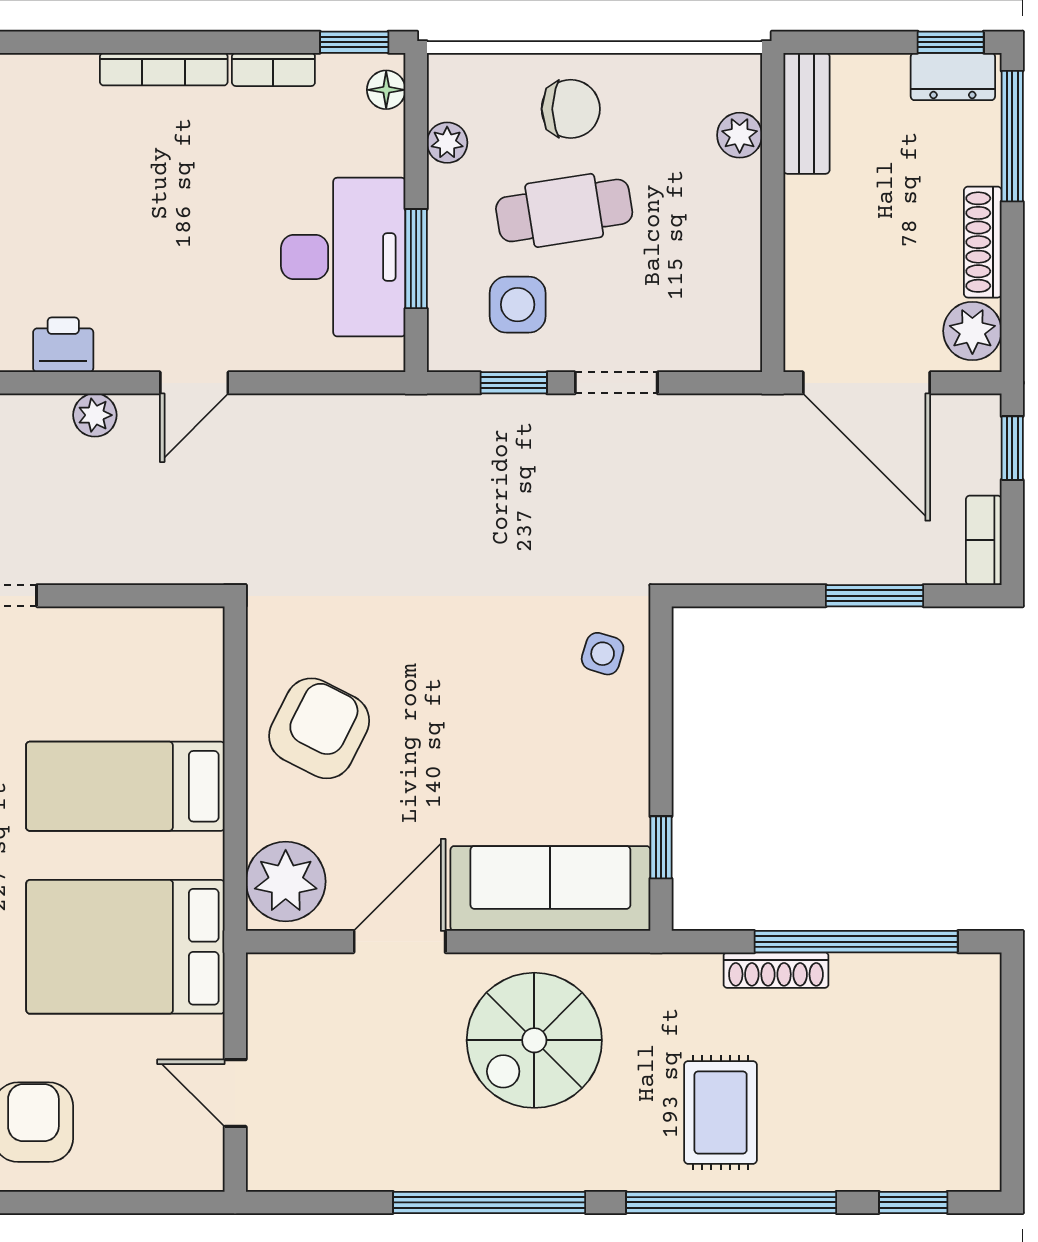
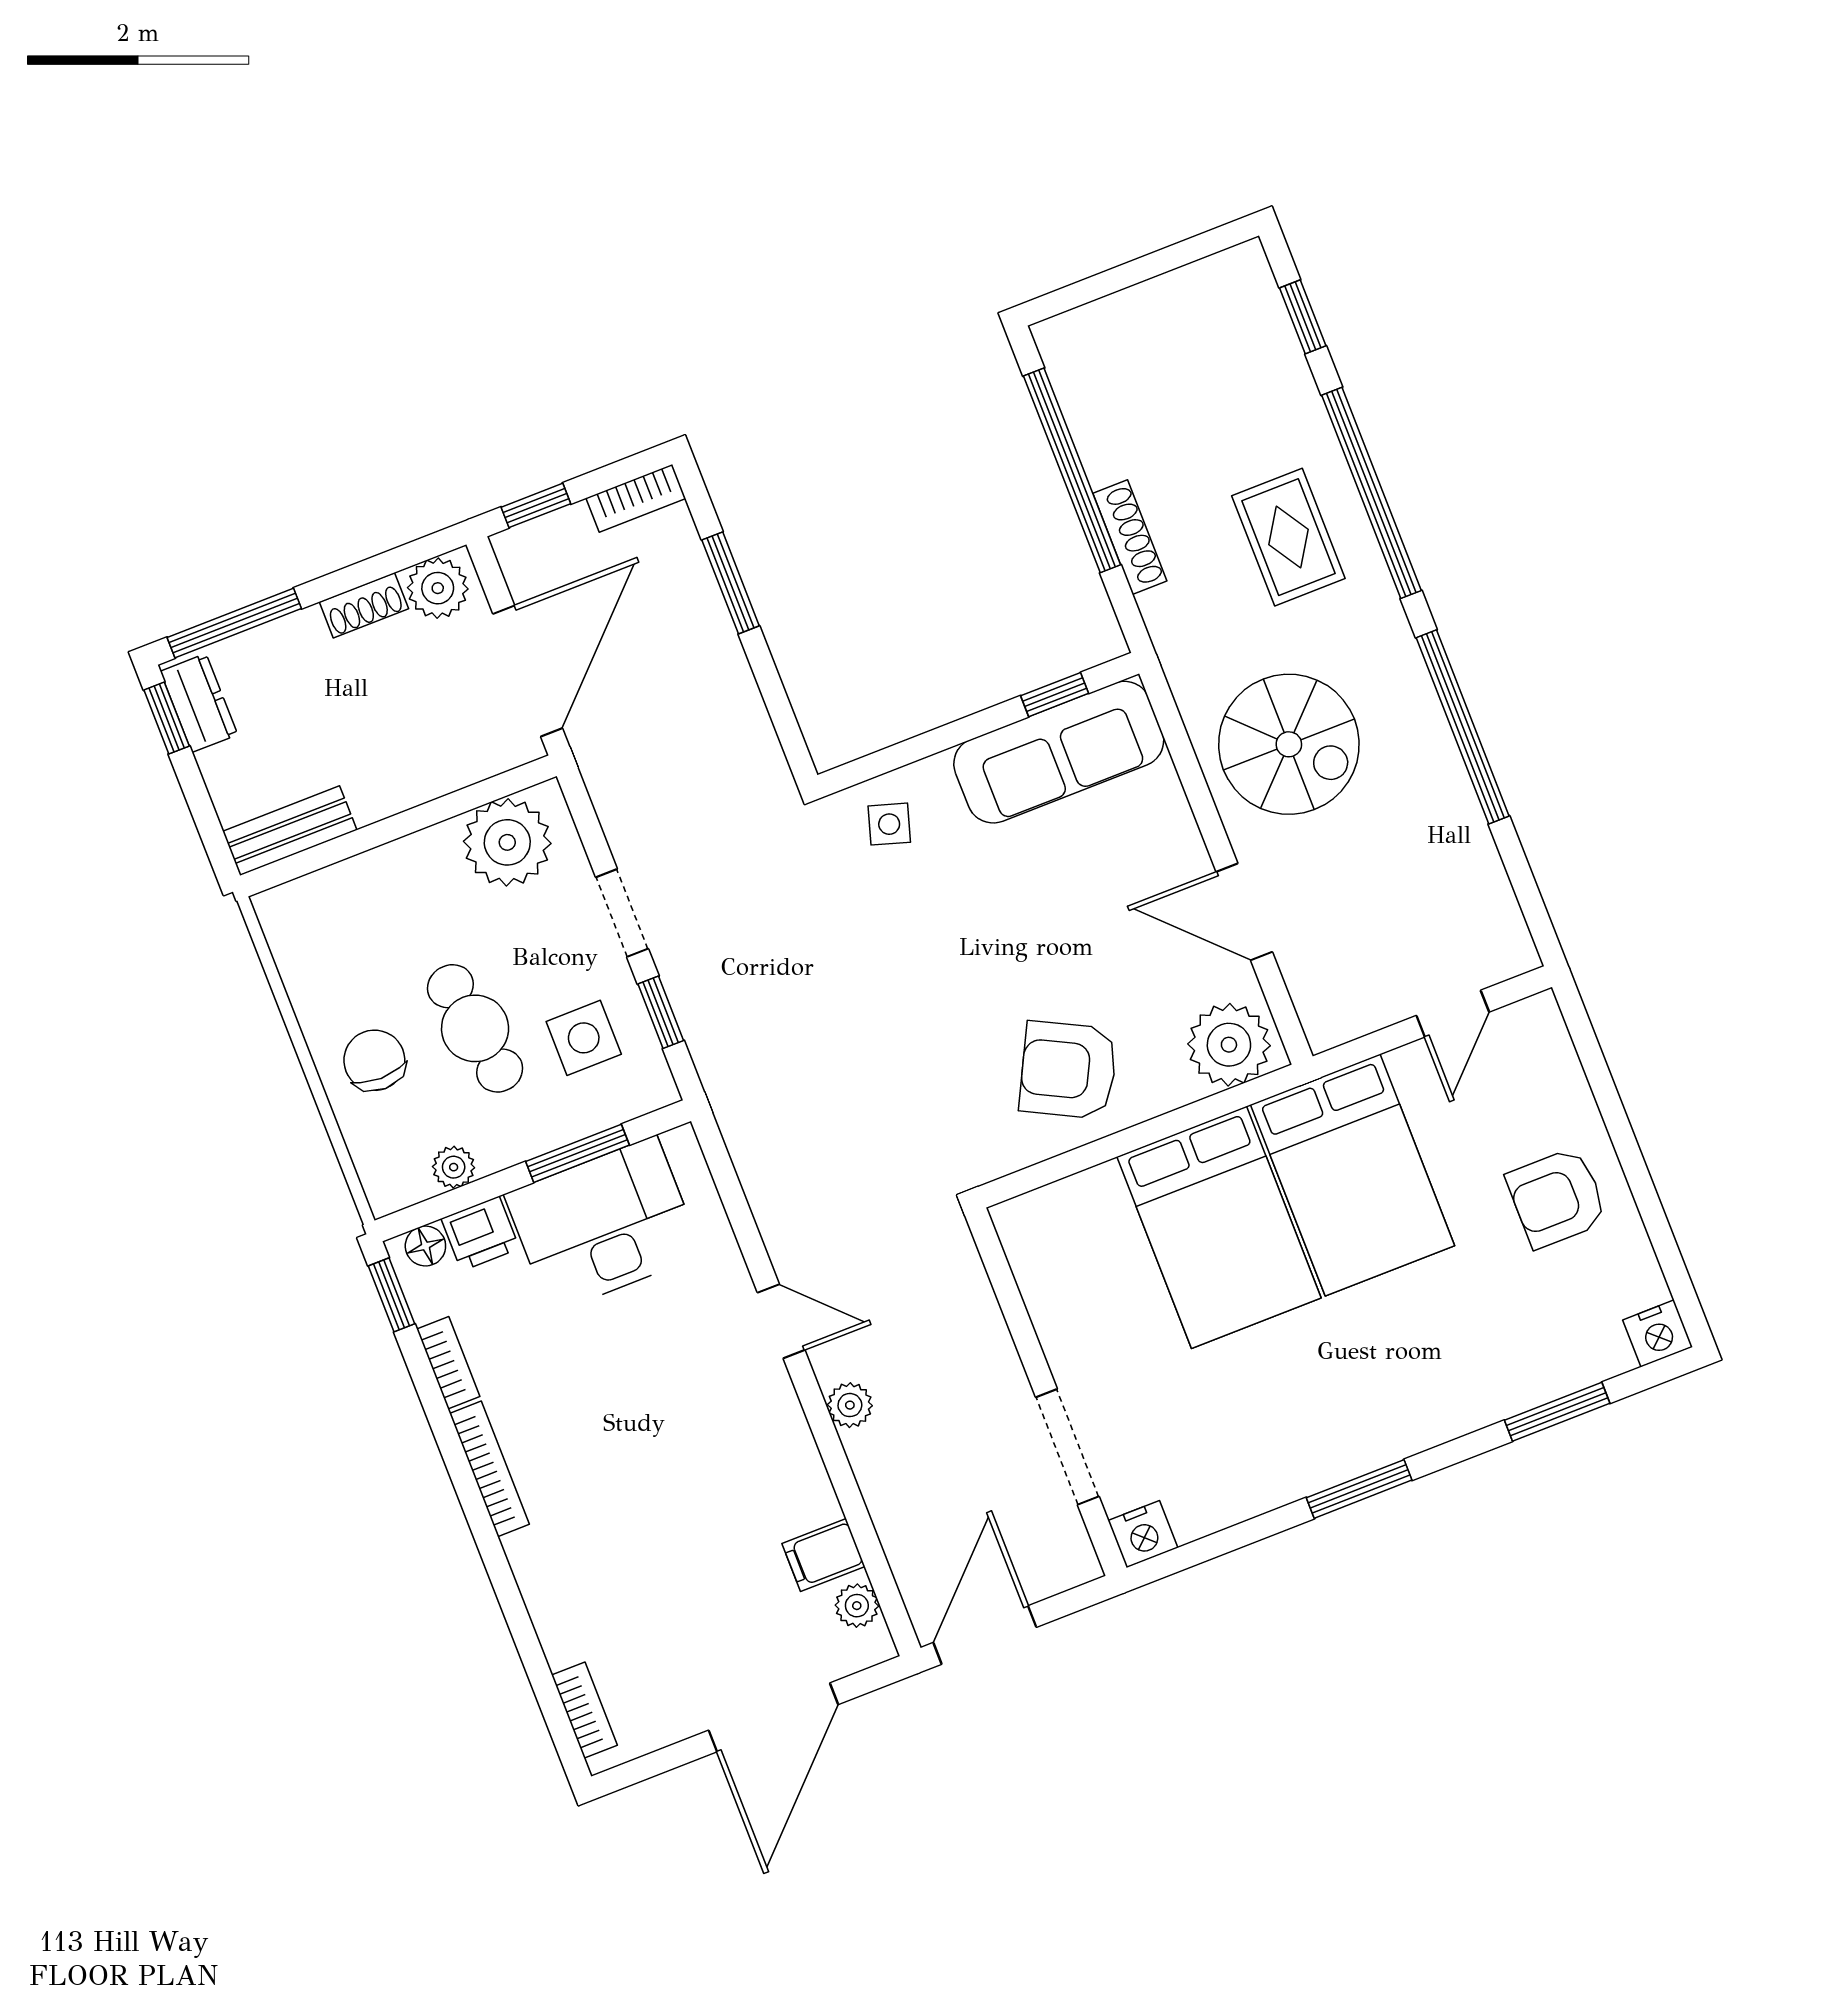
plant: (740, 135) -> (507, 842), moved, width x1.88, depth x1.88
shoe rack: (983, 242) -> (364, 605), width x0.70
printer: (63, 345) -> (480, 1234), moved, turned -90
bed: (125, 786) -> (1219, 1227), width x1.50
sofa: (550, 888) -> (1059, 752), moved, turned -90
rug: (721, 1112) -> (1288, 537), turned 90

